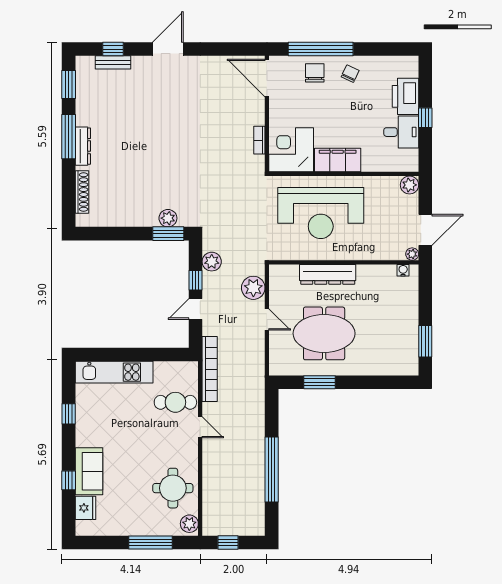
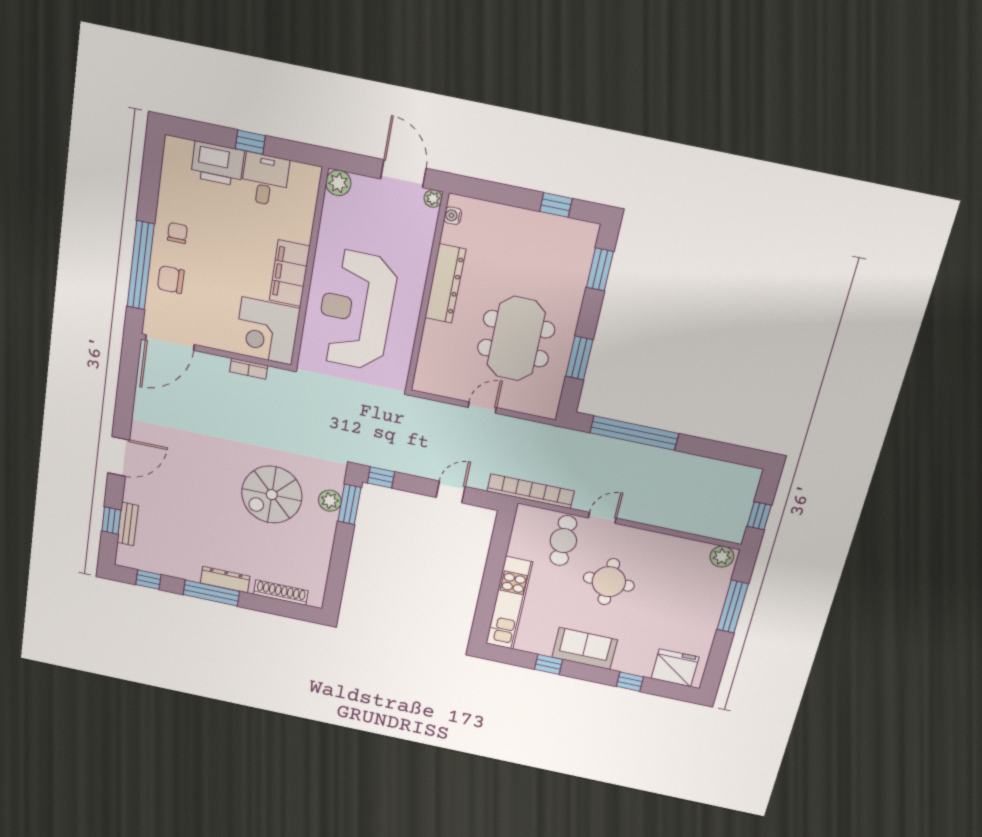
door: (168, 49) -> (119, 456), swing flipped
chair: (350, 74) -> (177, 233), turned 65
window: (69, 85) -> (148, 580), width x0.67
spiral stairs: (163, 173) -> (272, 495), added
reception desk: (321, 213) -> (356, 310), turned 180
plant: (212, 262) -> (394, 460), removed
dresser: (328, 274) -> (445, 284), moved
window: (196, 280) -> (381, 477), moved
plant: (253, 288) -> (438, 416), removed
door: (196, 309) -> (451, 492), swing flipped
window: (425, 341) -> (556, 205), width x0.67
window: (387, 382) -> (600, 269), added
window: (272, 469) -> (634, 433), moved
sofa: (89, 471) -> (585, 649), moved
round table: (173, 488) -> (609, 582), moved
fridge: (85, 508) -> (675, 668), width x1.36, depth x1.34

